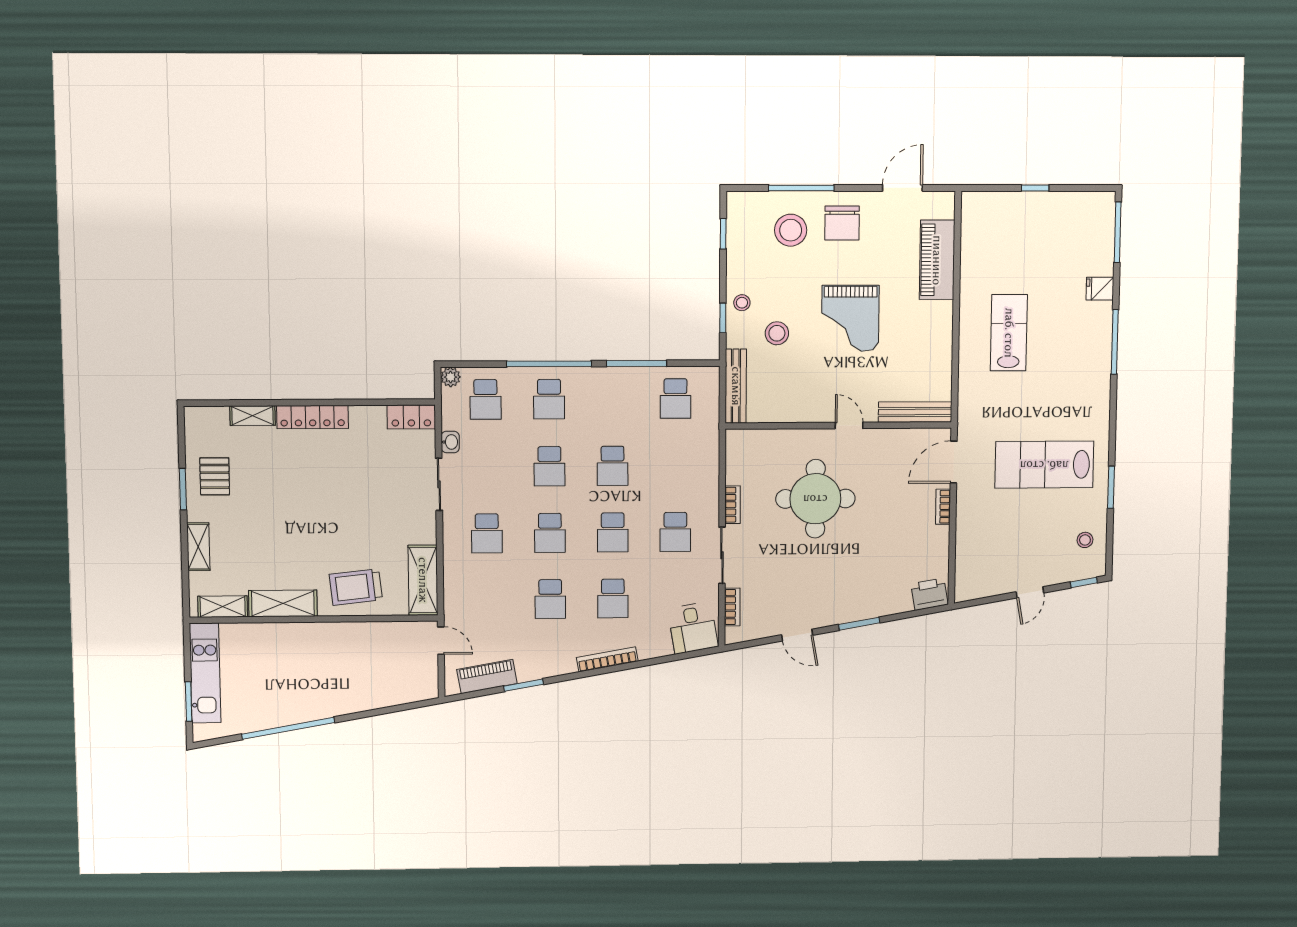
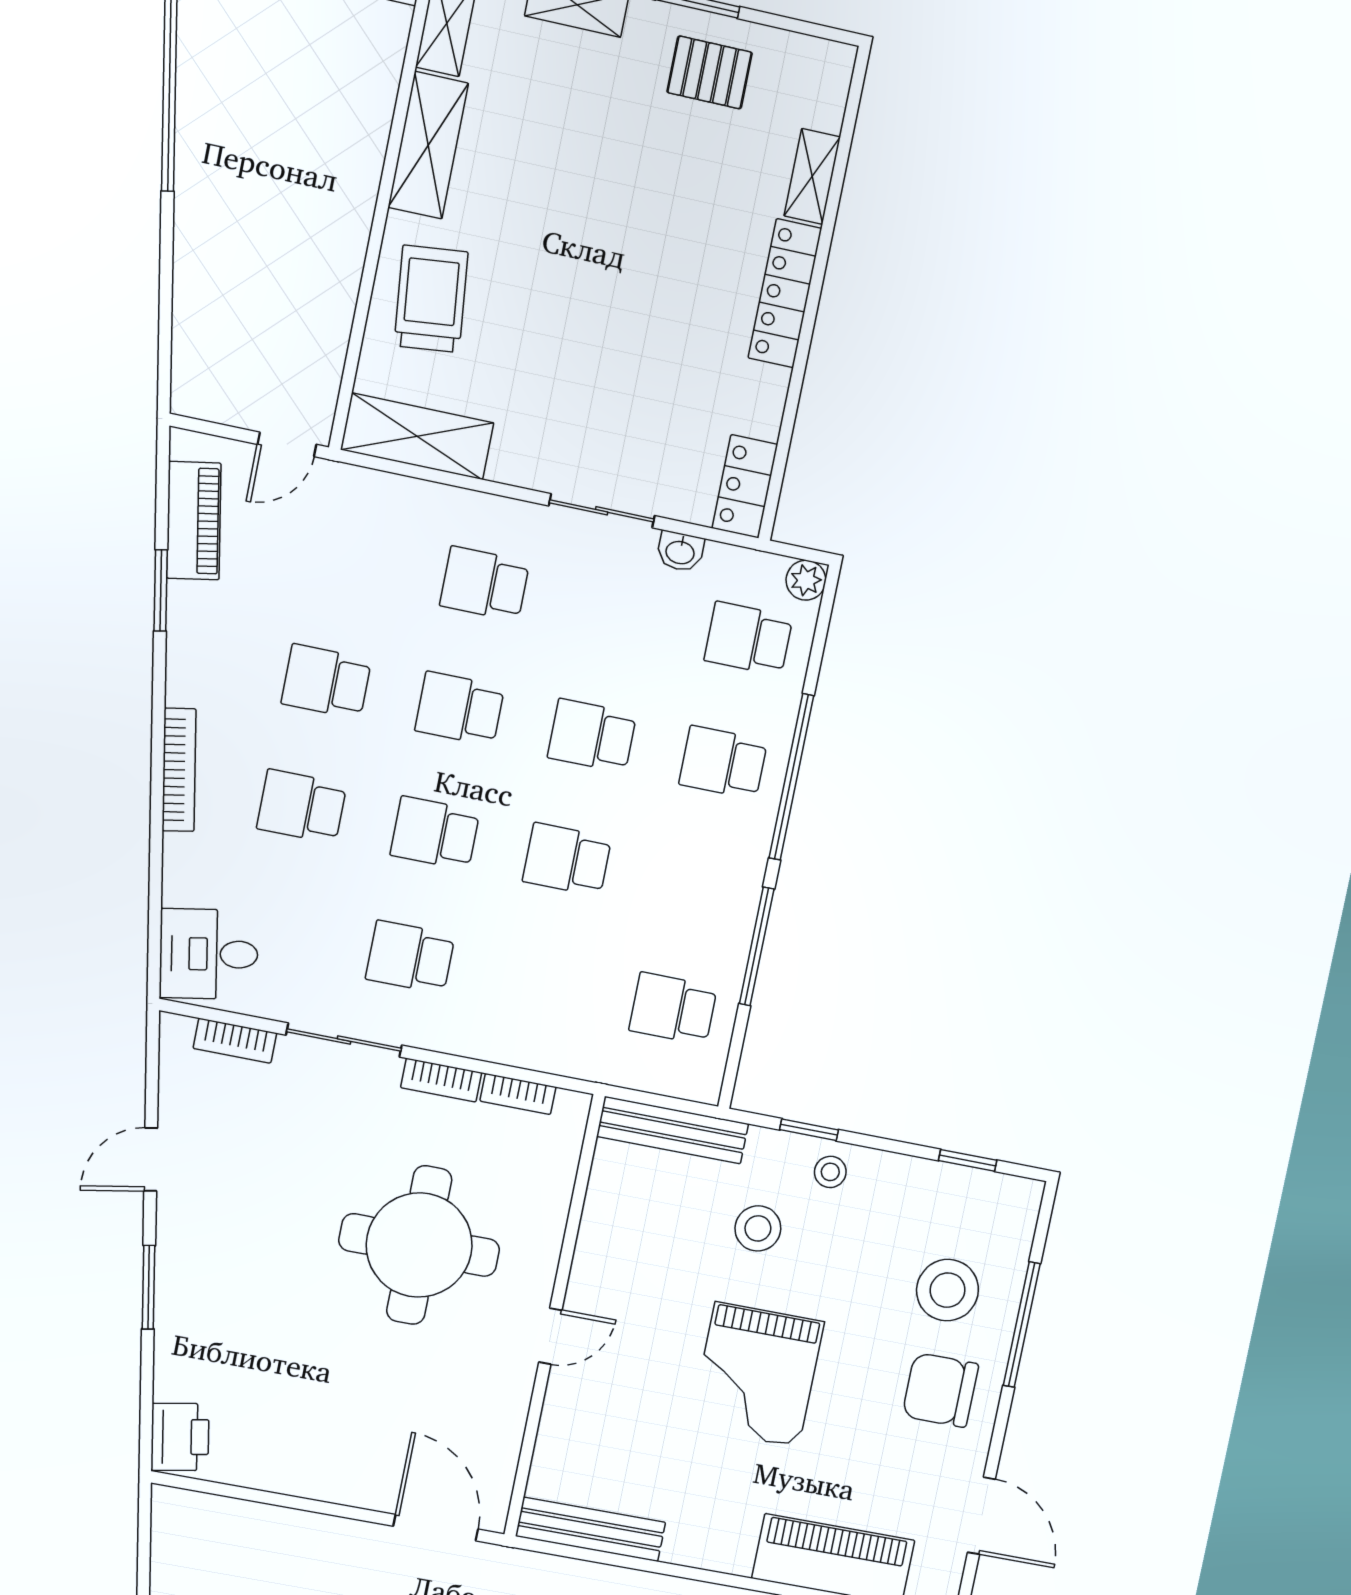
grand piano: (850, 318) -> (757, 1375), turned -90
bench: (915, 412) -> (591, 1529), moved, turned 90
bookcase: (943, 507) -> (518, 1094), moved, turned 180

